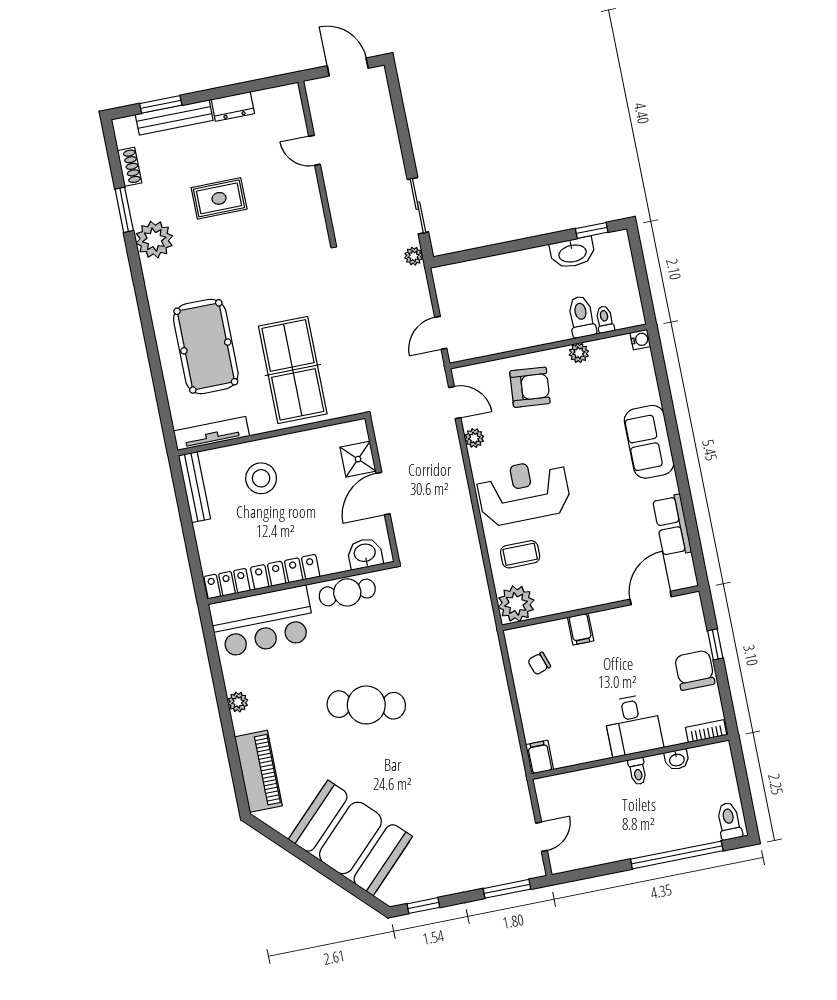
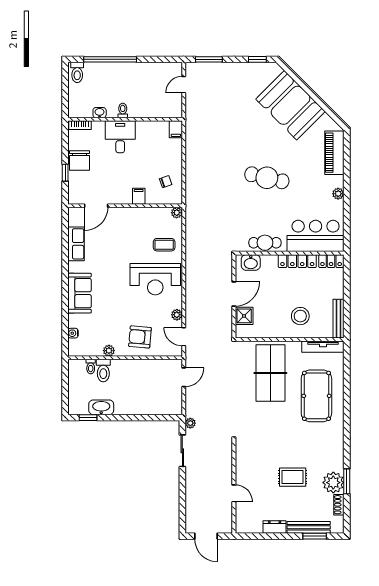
plant: (154, 240) -> (333, 483), moved
water cooler: (640, 340) -> (73, 333), moved
plant: (516, 604) -> (177, 213), width x0.53, depth x0.53

